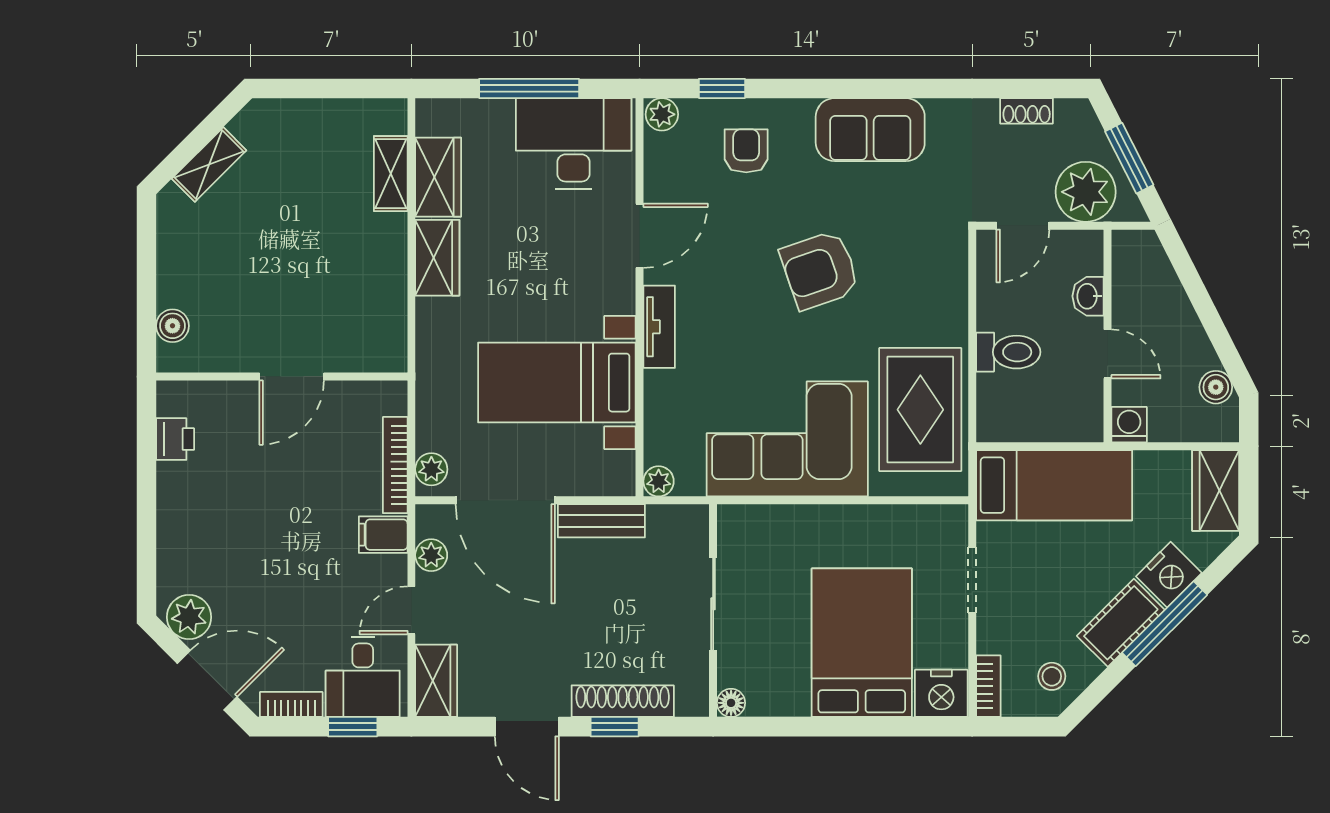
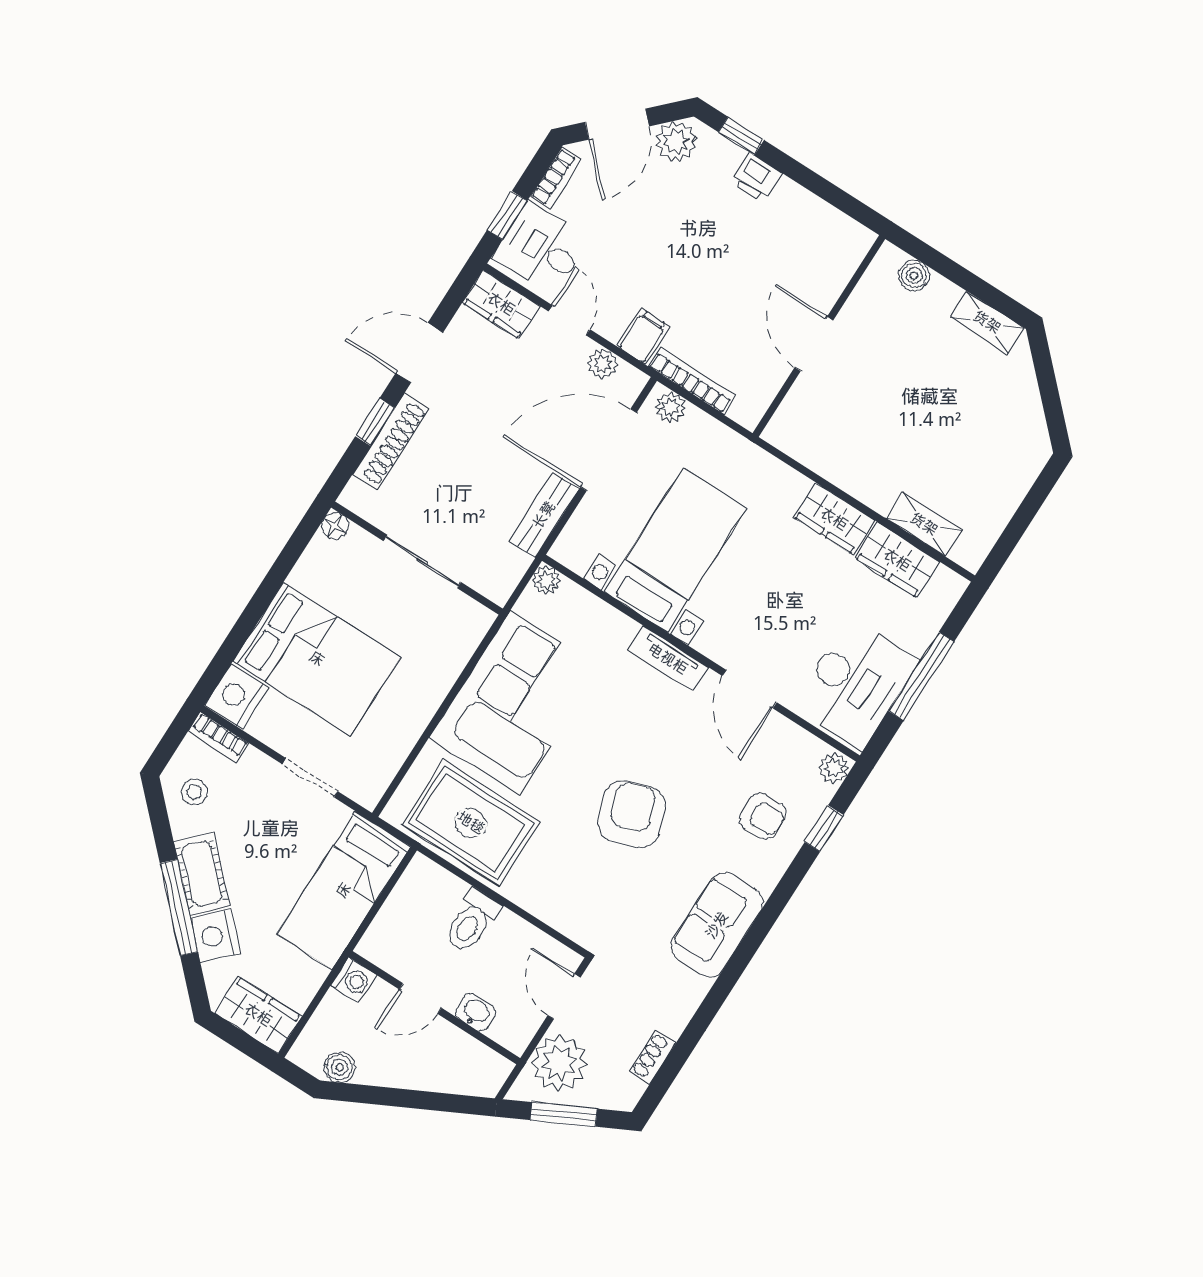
shelving: (209, 165) -> (987, 322), moved, turned -45
printer: (175, 439) -> (756, 177), moved
window: (146, 562) -> (741, 136), added

